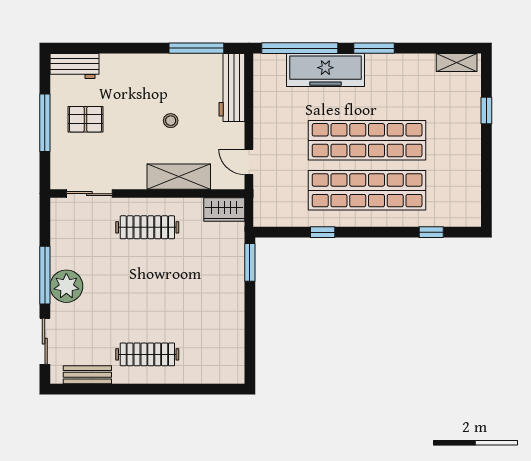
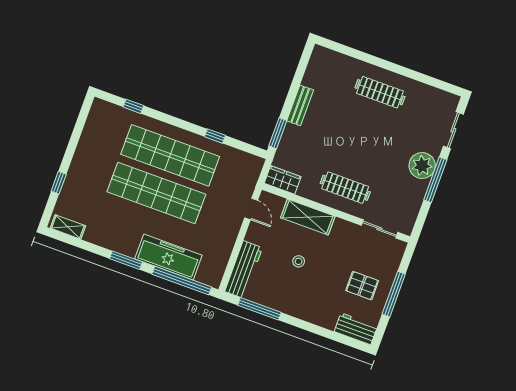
bench: (87, 375) -> (300, 105), moved, turned 90

